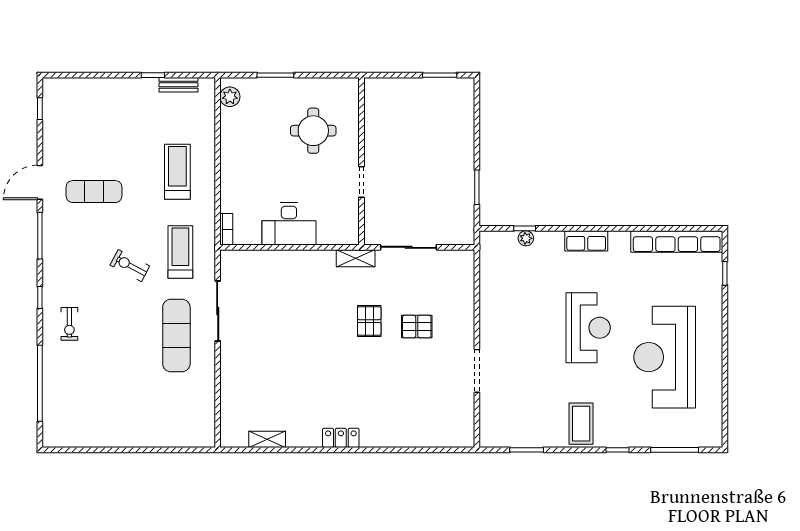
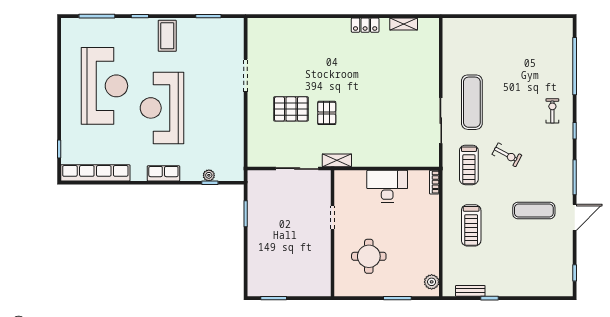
pallet: (417, 326) -> (291, 109), width x1.50, depth x1.42
reception desk: (588, 328) -> (162, 108), width x1.36, depth x1.30
locker: (341, 438) -> (365, 25), moved

